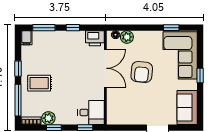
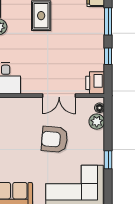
window: (171, 28) -> (108, 160), moved
double door: (105, 68) -> (59, 96), width x0.73

